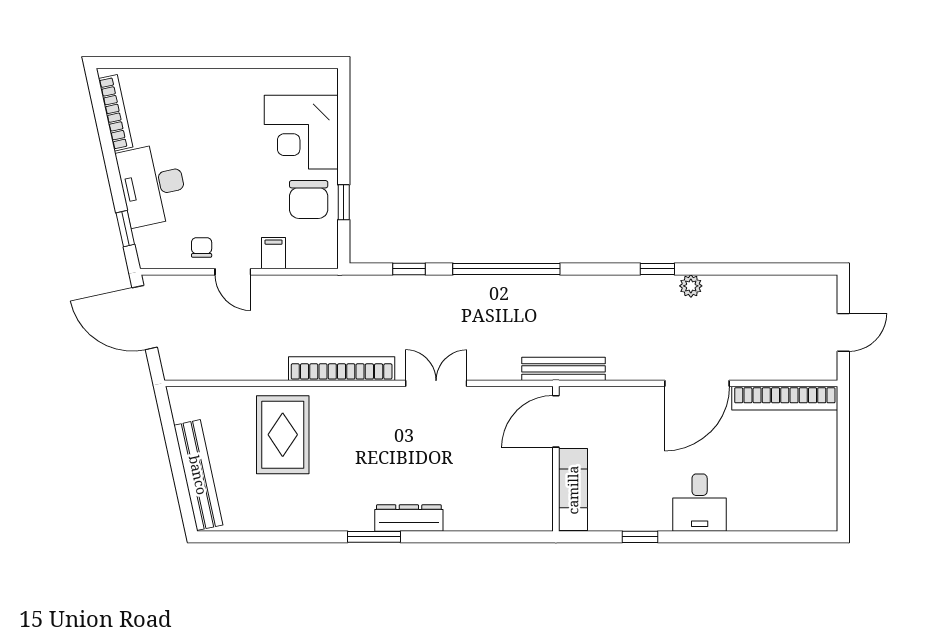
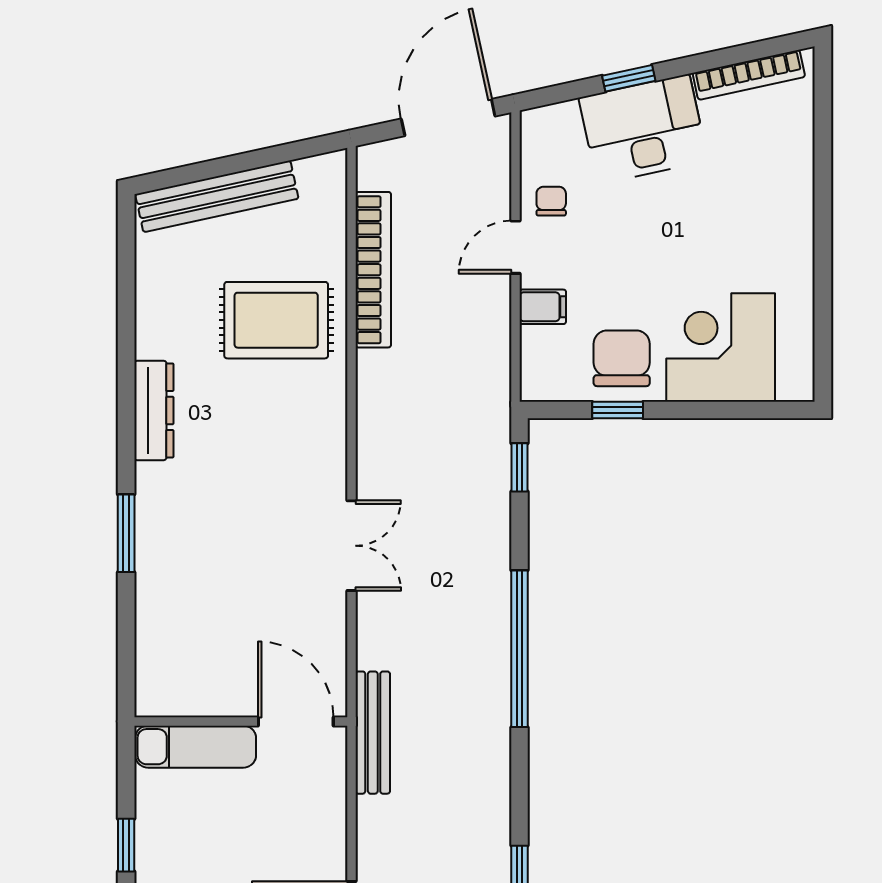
chair: (309, 199) -> (622, 358), turned 90
window: (125, 229) -> (629, 78), moved
chair: (202, 247) -> (551, 201), turned -90
window: (409, 269) -> (520, 467), moved
bookcase: (342, 369) -> (373, 270), moved
dresser: (409, 518) -> (154, 410), moved
window: (374, 537) -> (126, 533), moved

